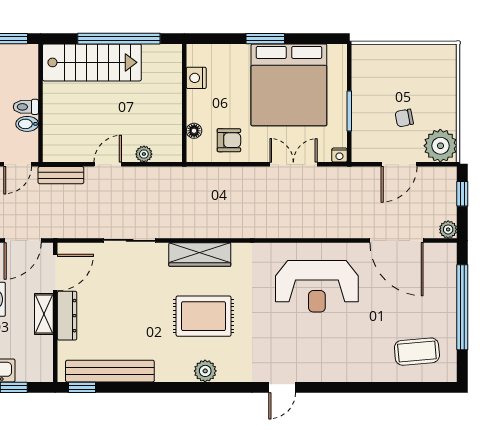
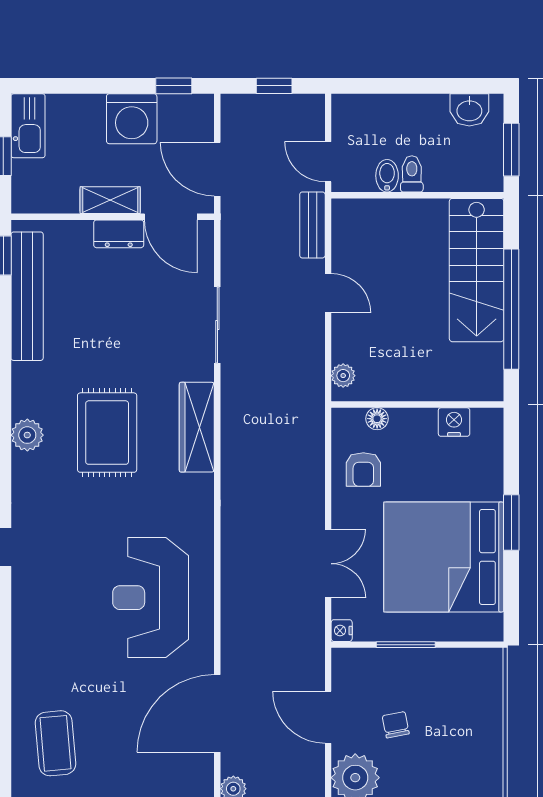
plant: (144, 154) -> (343, 376), moved
dresser: (67, 316) -> (119, 234), width x0.70

